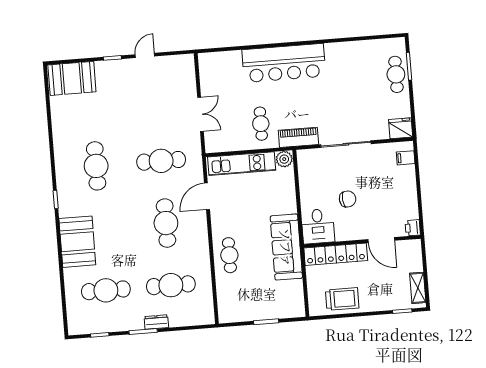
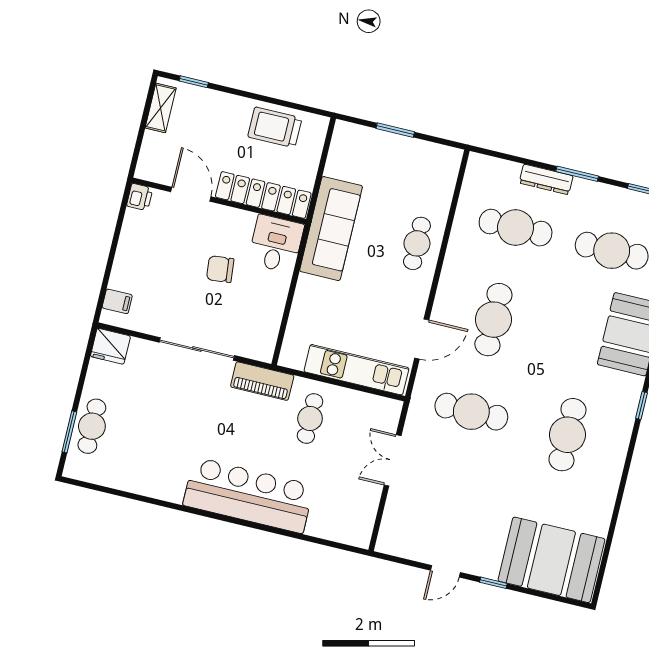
booth: (72, 78) -> (551, 560), width x1.36, depth x1.42
plant: (284, 159) -> (293, 356), removed
dresser: (156, 322) -> (546, 179), width x1.44

